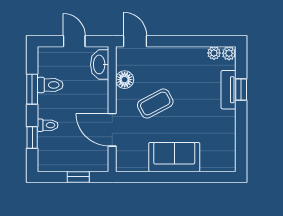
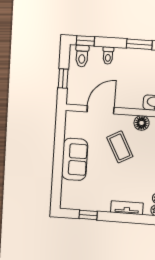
toilet: (50, 85) -> (82, 56), moved
window: (241, 90) -> (88, 215), moved
window: (32, 138) -> (85, 41), moved

